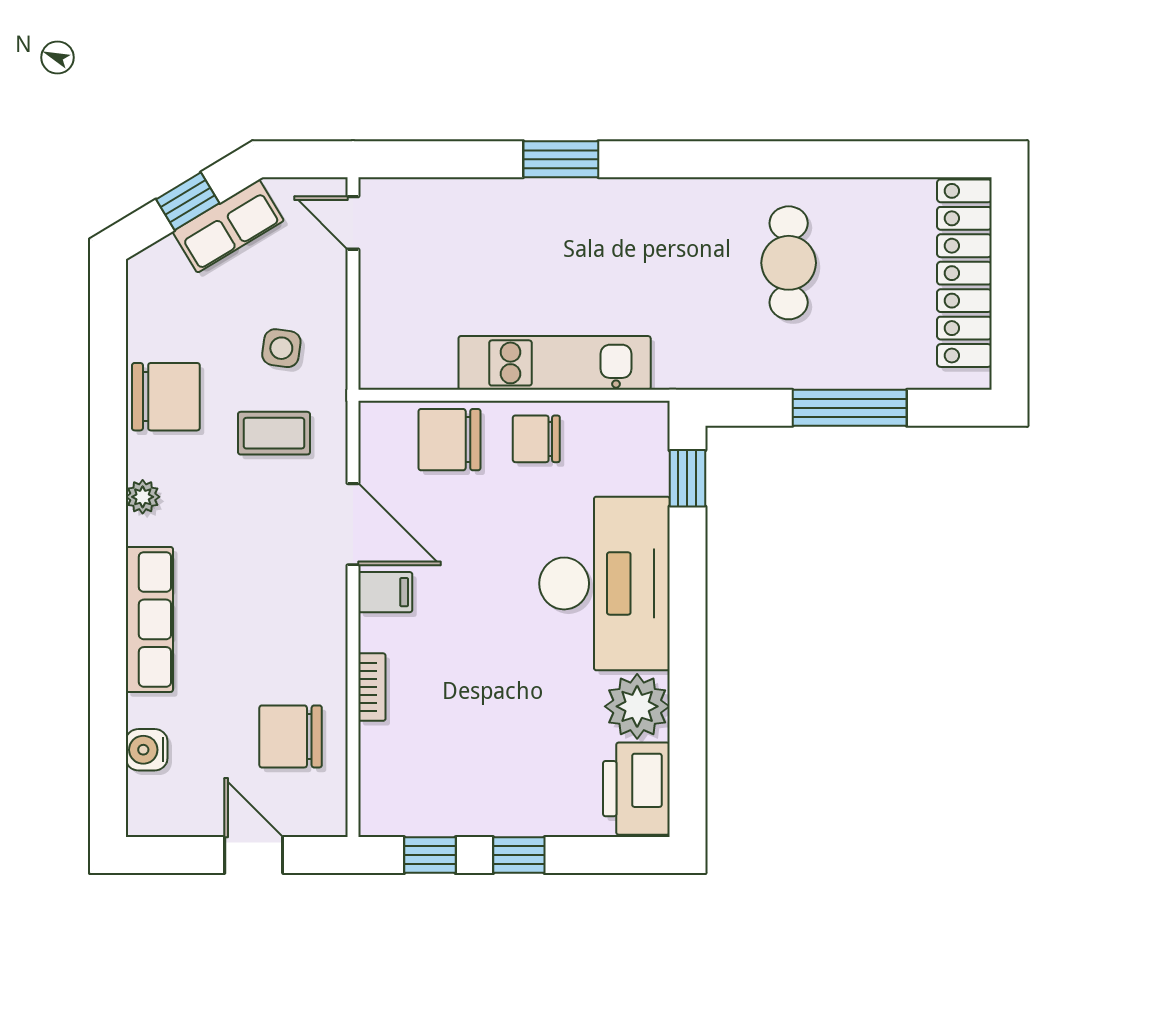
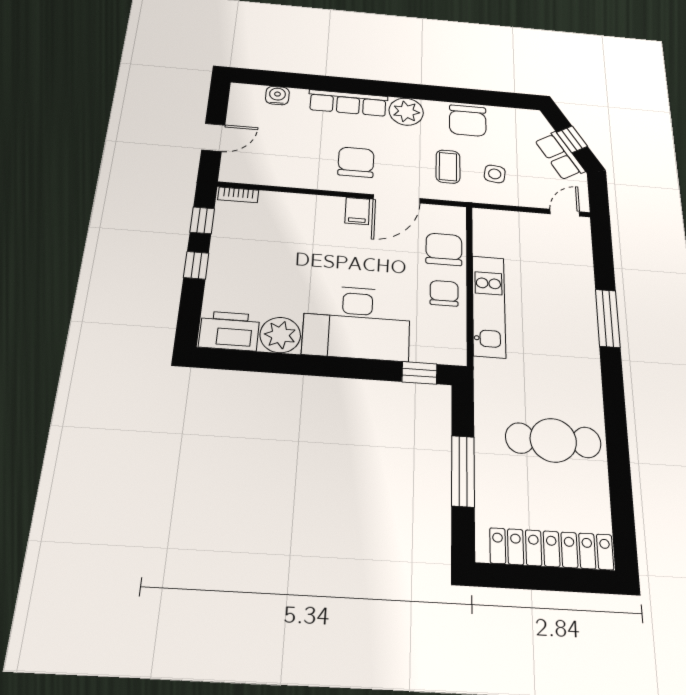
window: (561, 159) -> (608, 318), width x1.44
cafe table: (789, 263) -> (553, 440), width x1.37, depth x1.35
plant: (143, 497) -> (406, 112), width x1.88, depth x1.88
bookcase: (372, 687) -> (238, 195), moved
chair: (291, 736) -> (356, 162), moved

